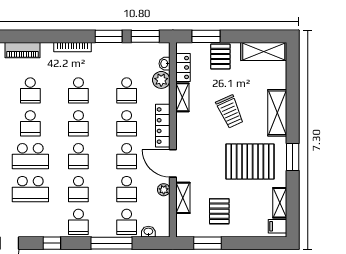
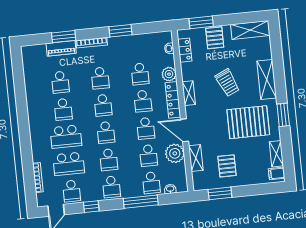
window: (145, 36) -> (64, 37), moved
piano: (23, 50) -> (61, 48), moved
plant: (161, 80) -> (169, 74), moved
shelving: (182, 97) -> (189, 93), moved
plant: (164, 190) -> (175, 153), width x1.88, depth x1.88
school desk: (30, 222) -> (72, 191), added

